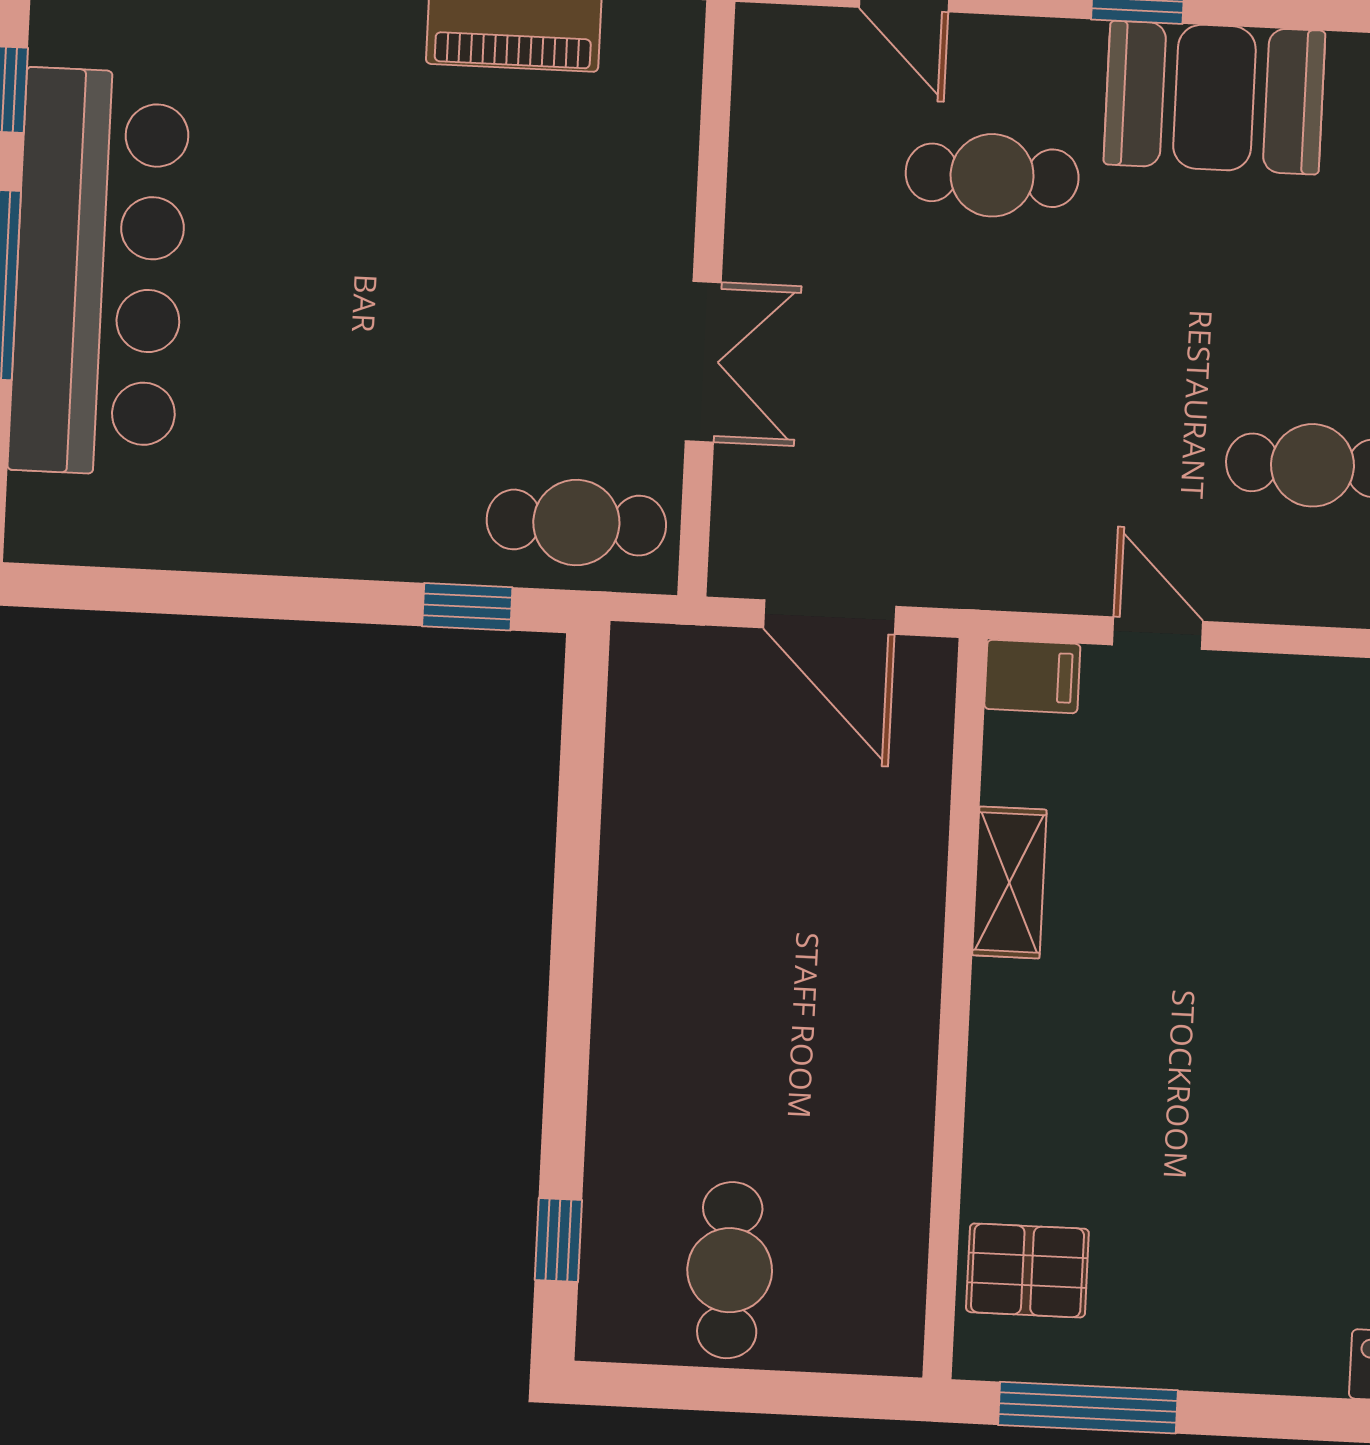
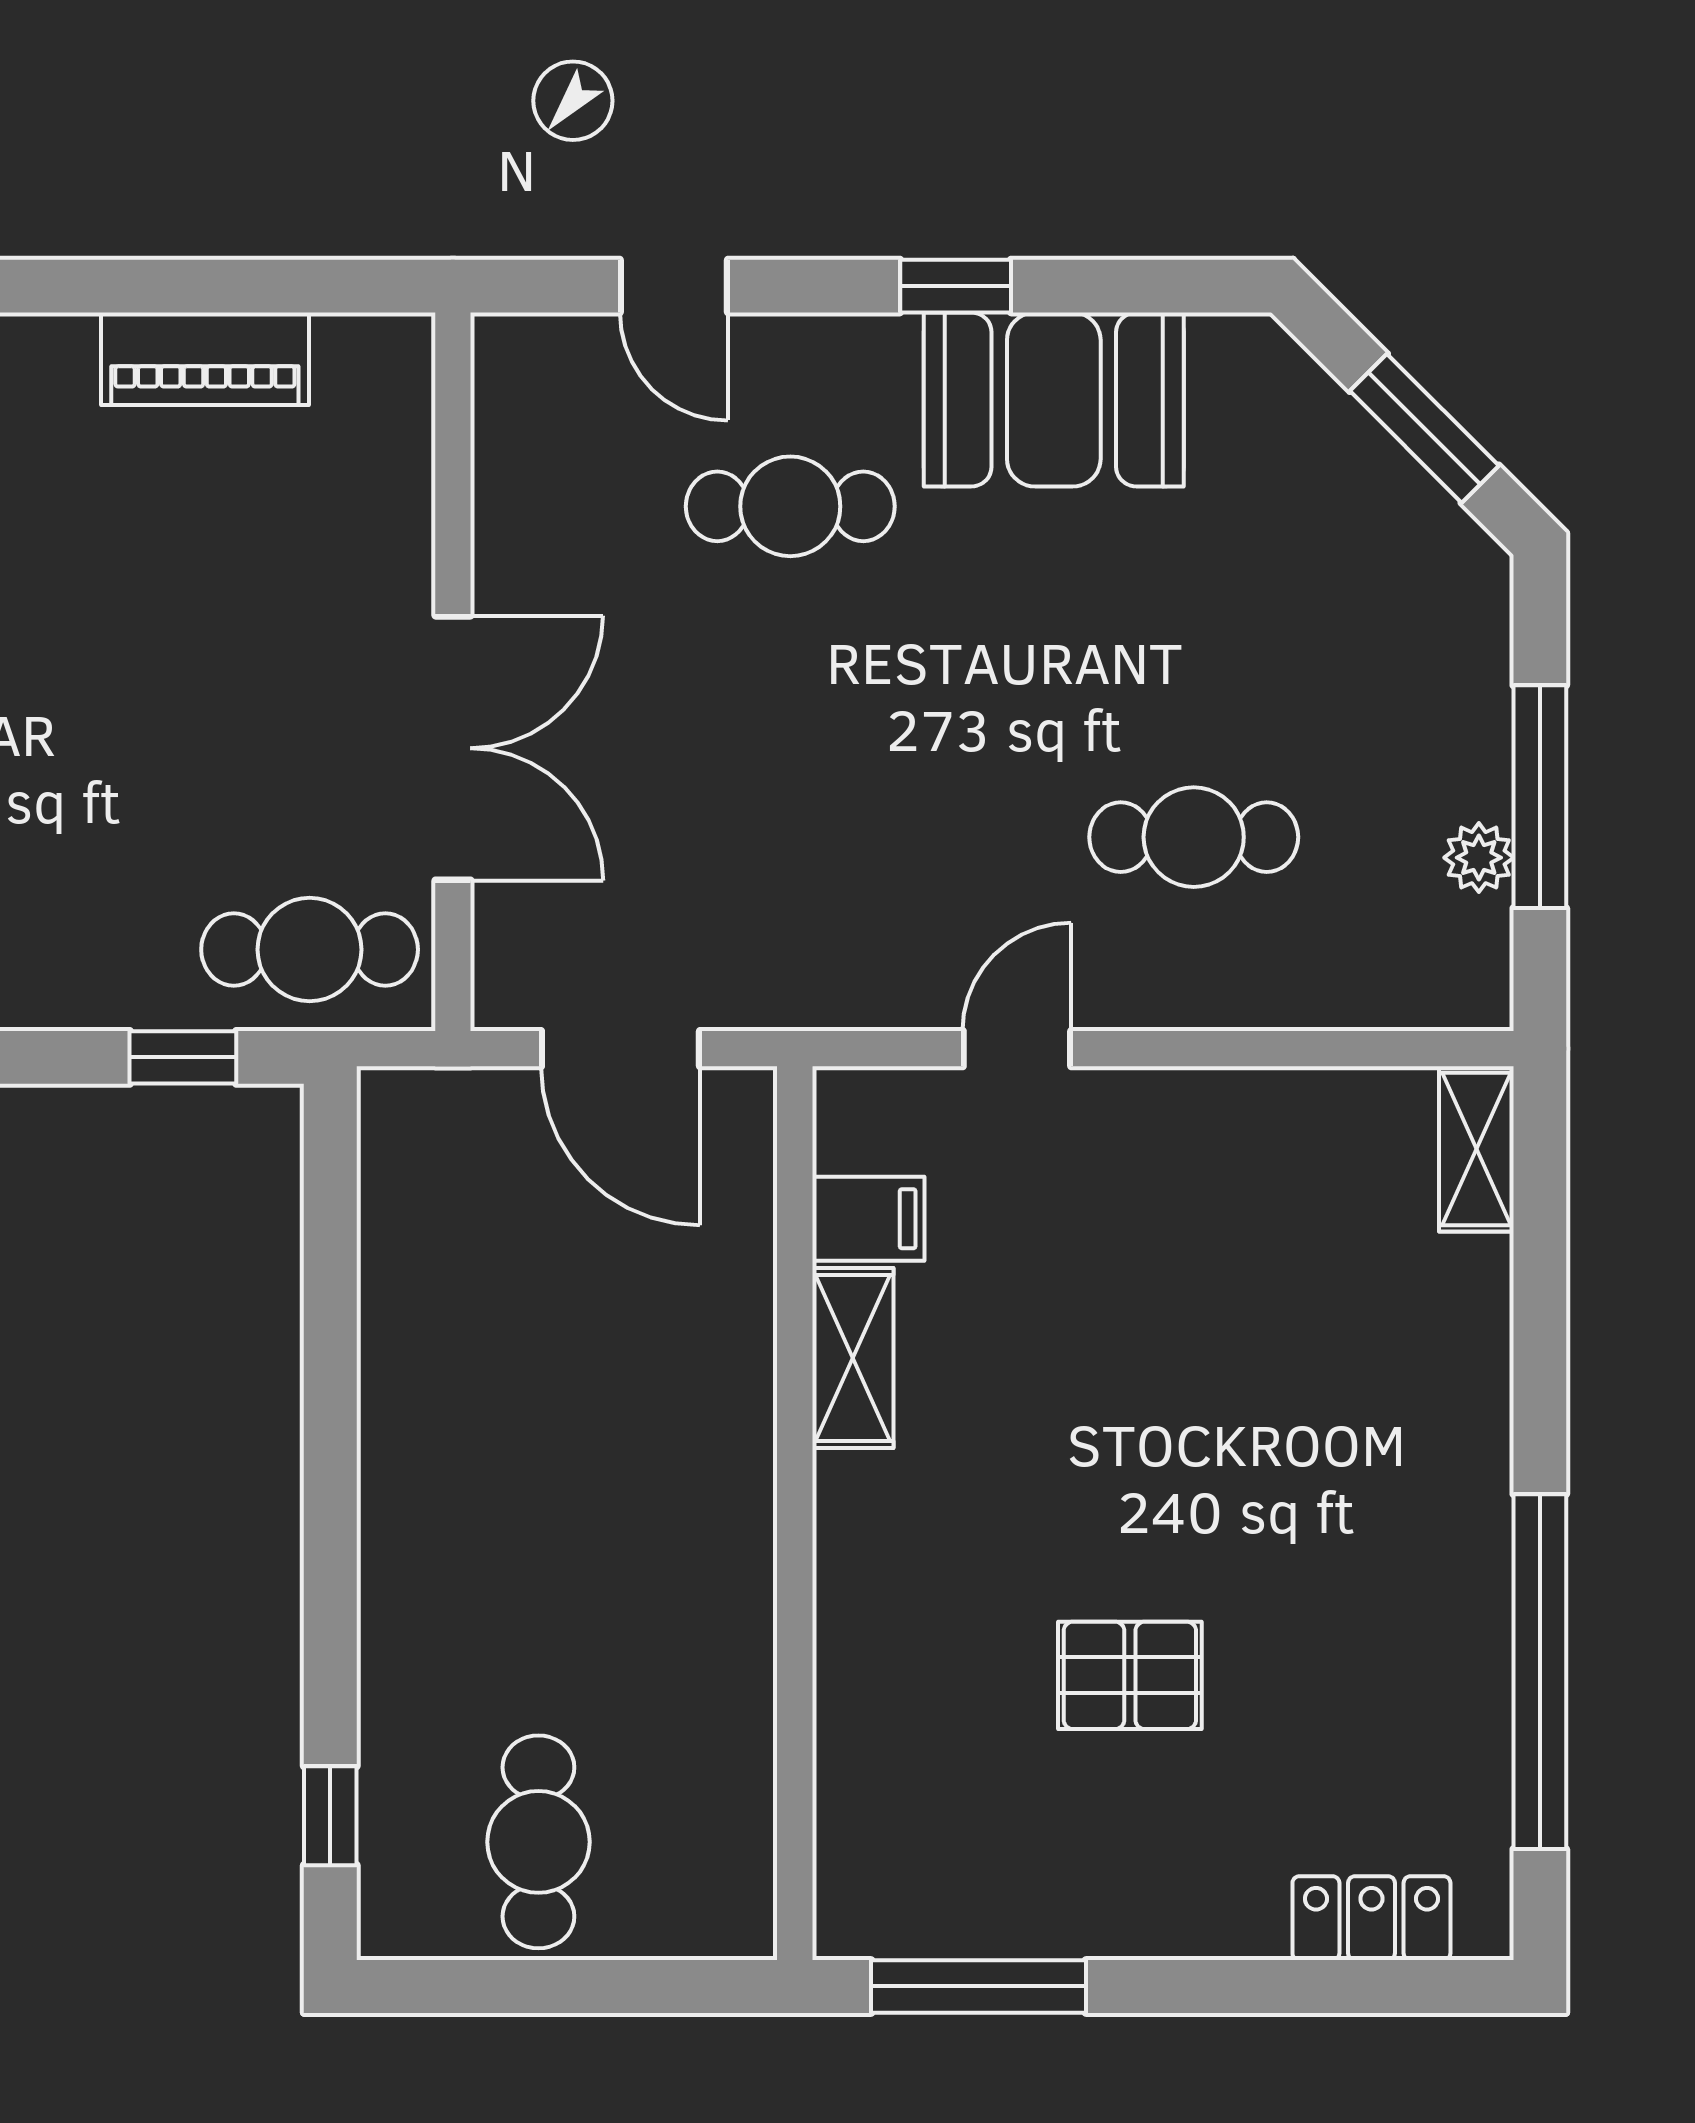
double door: (703, 362) -> (453, 748), width x1.37
door: (1158, 633) -> (1017, 1049), hinge flipped
filing cabinet: (1032, 676) -> (868, 1219), moved
pallet: (1027, 1270) -> (1130, 1675), moved

